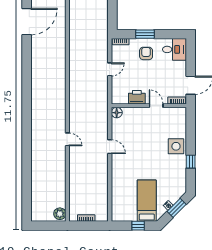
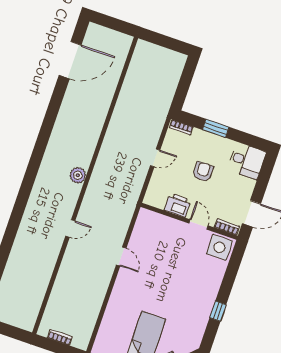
armchair: (146, 53) -> (203, 172), moved
floor lamp: (117, 113) -> (145, 216), removed
door: (67, 139) -> (70, 228), hinge flipped
side table: (176, 146) -> (219, 247), moved
plant: (60, 214) -> (78, 175), moved

